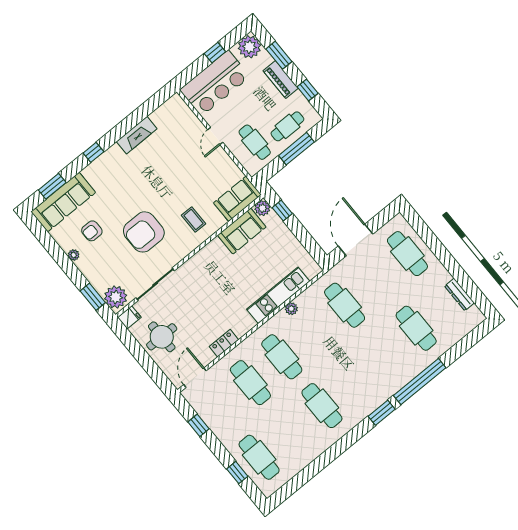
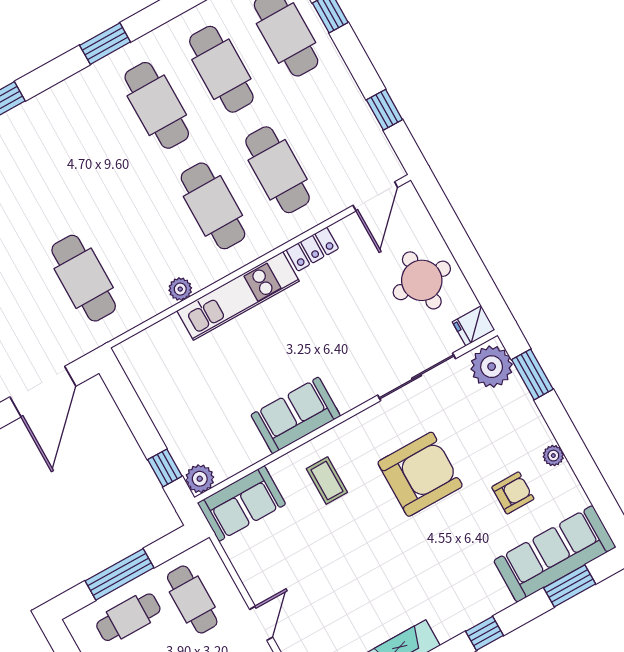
sofa: (242, 231) -> (296, 415), moved
kitchen unit: (278, 295) -> (238, 296), moved
window: (382, 413) -> (105, 44), moved
cafe table: (290, 431) -> (221, 69), added

